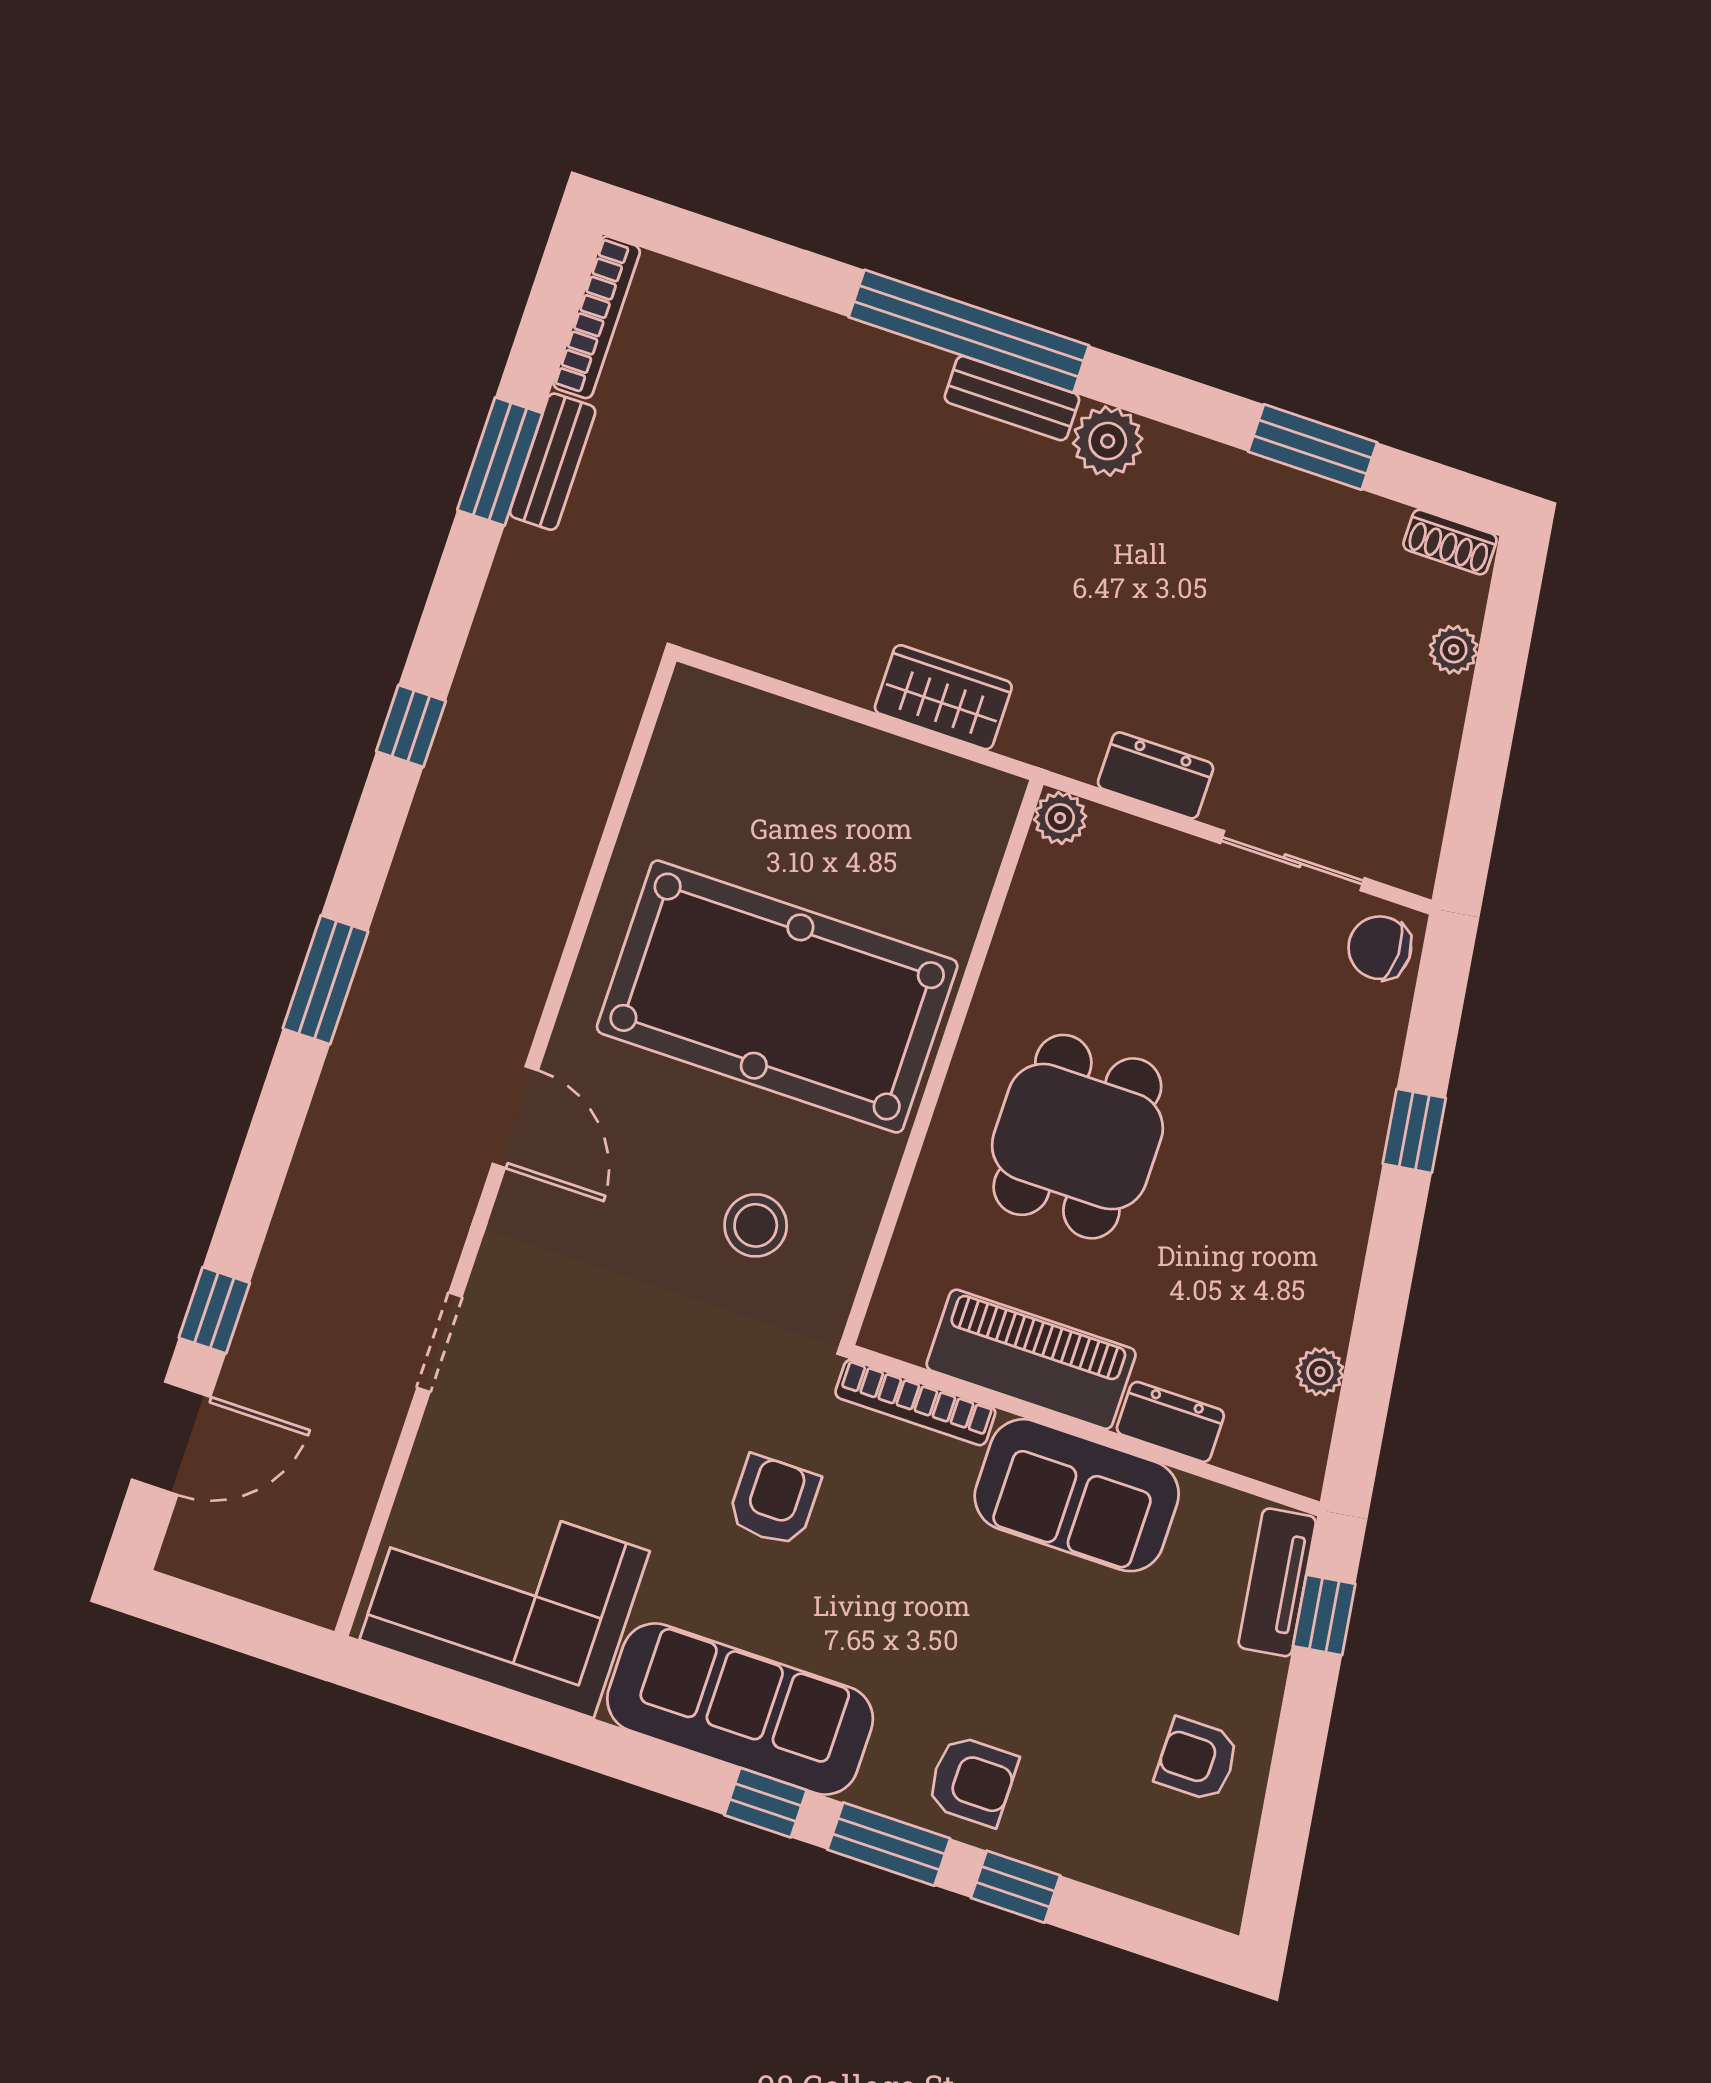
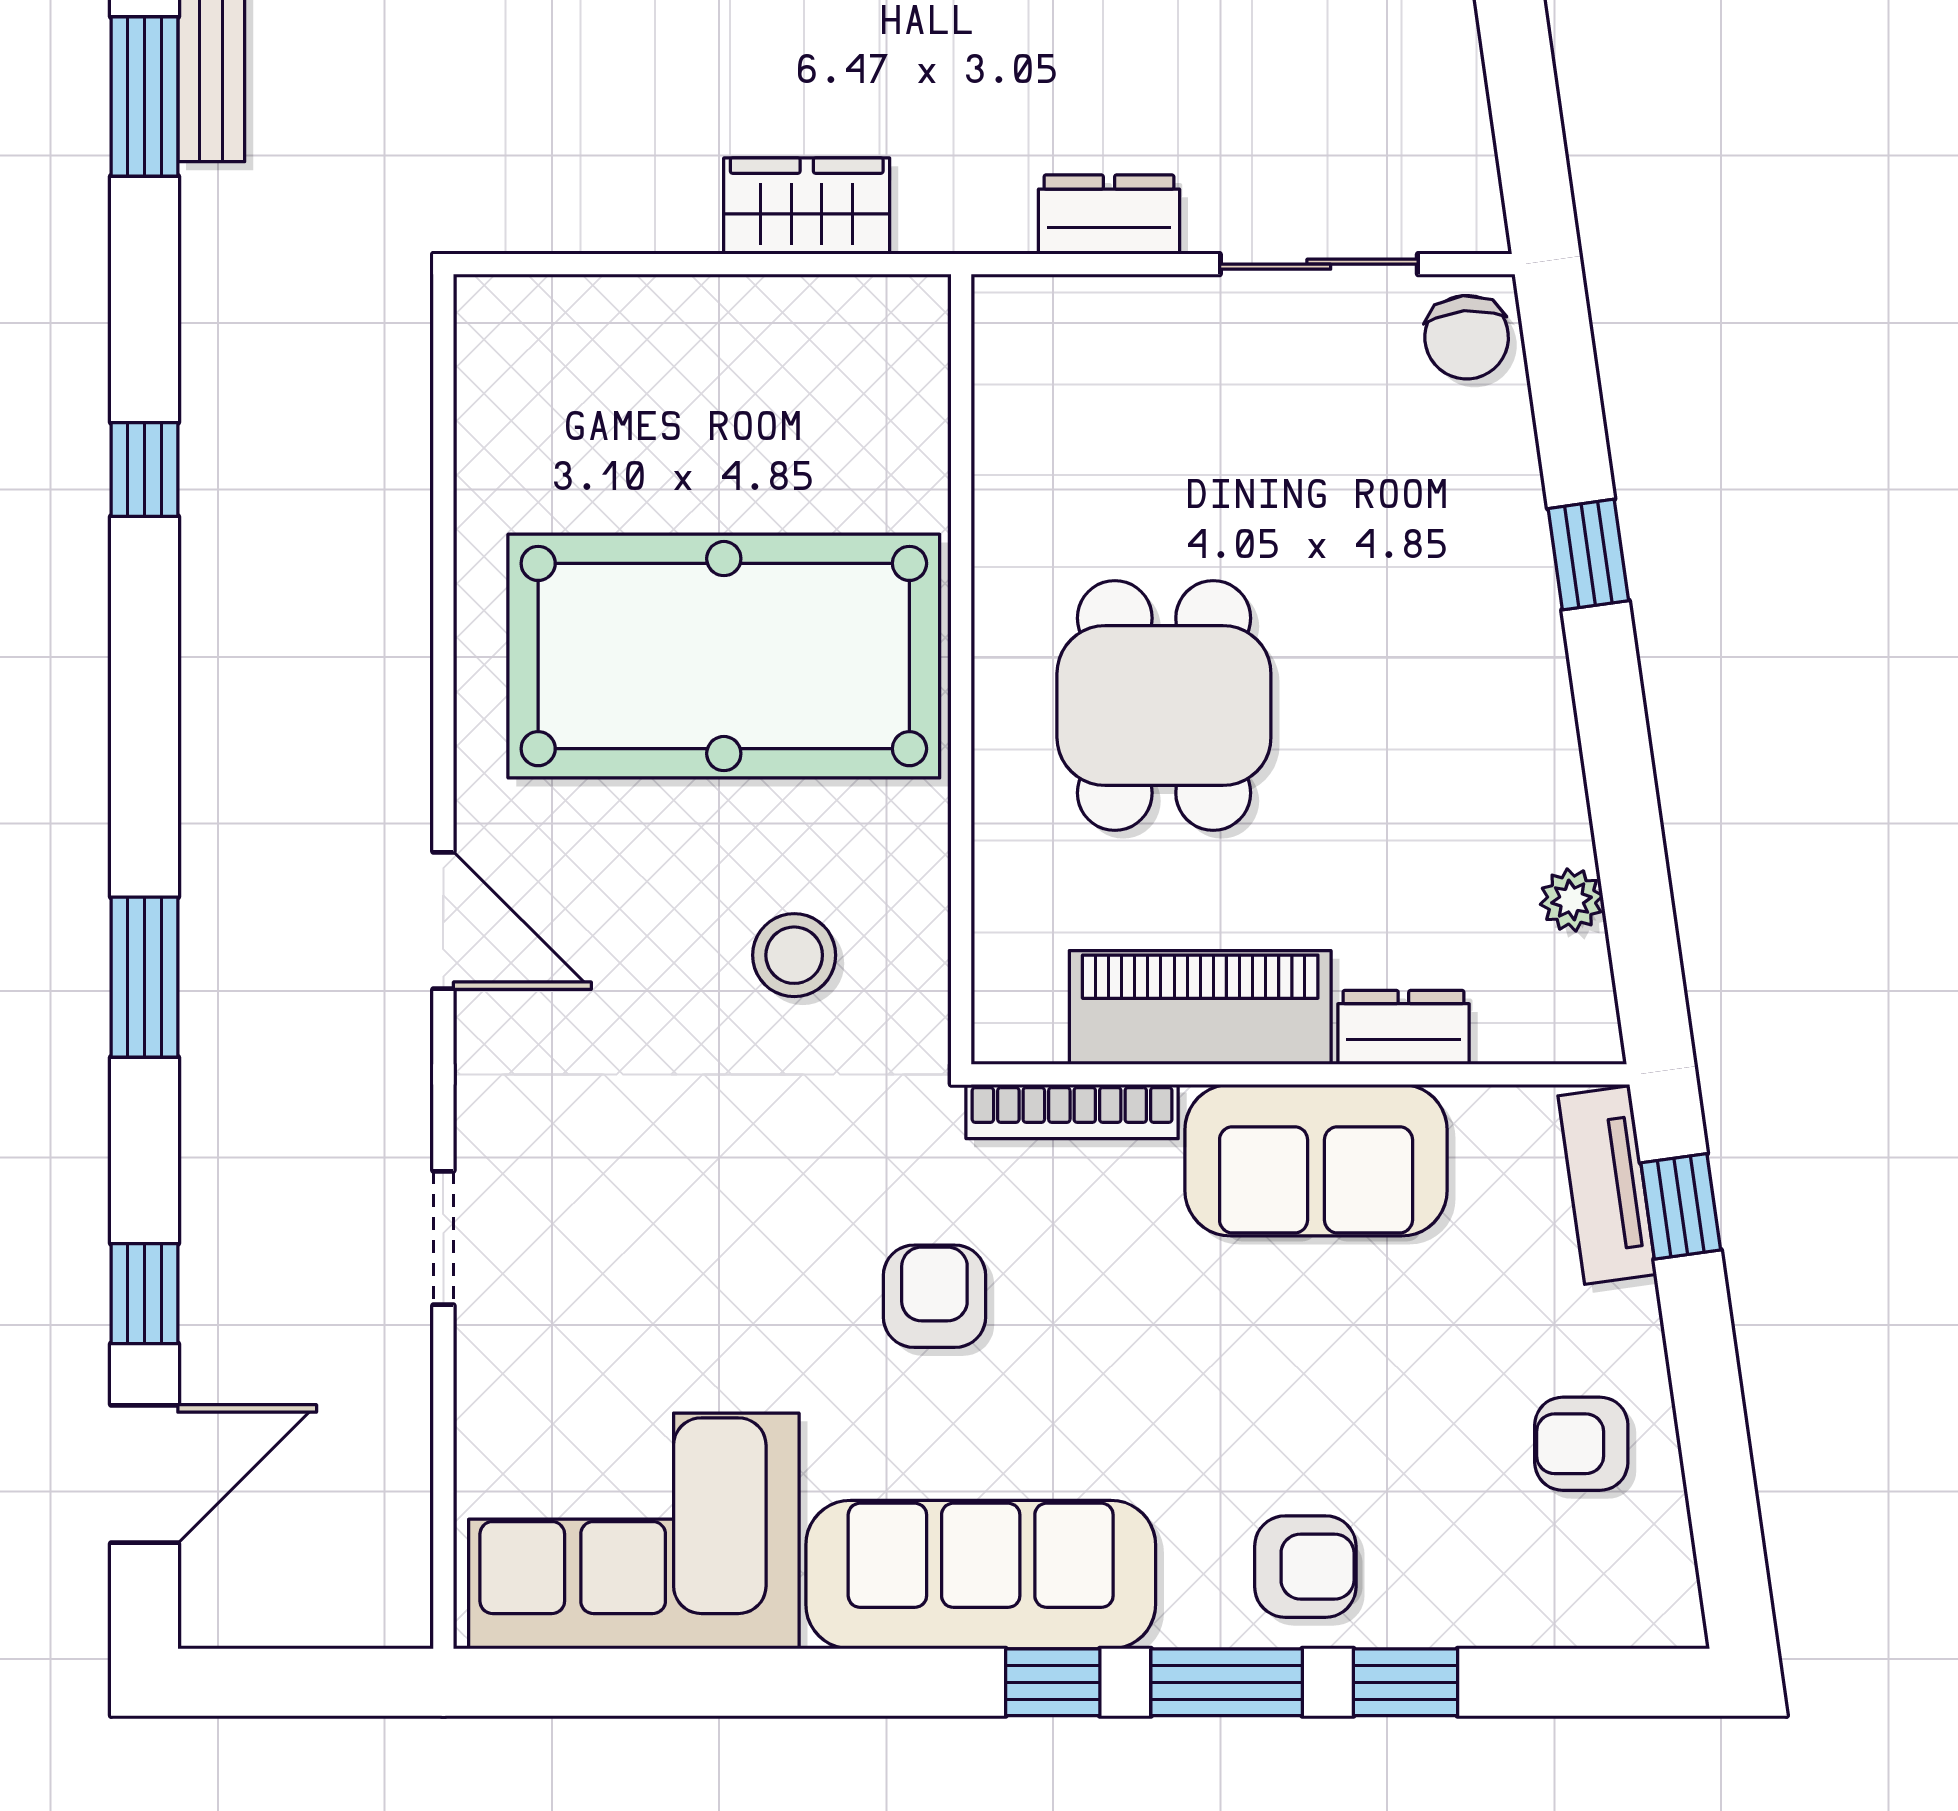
plant: (1060, 818) -> (1006, 309), removed
chair: (1380, 948) -> (1467, 337), turned -95
window: (325, 980) -> (144, 977), moved

